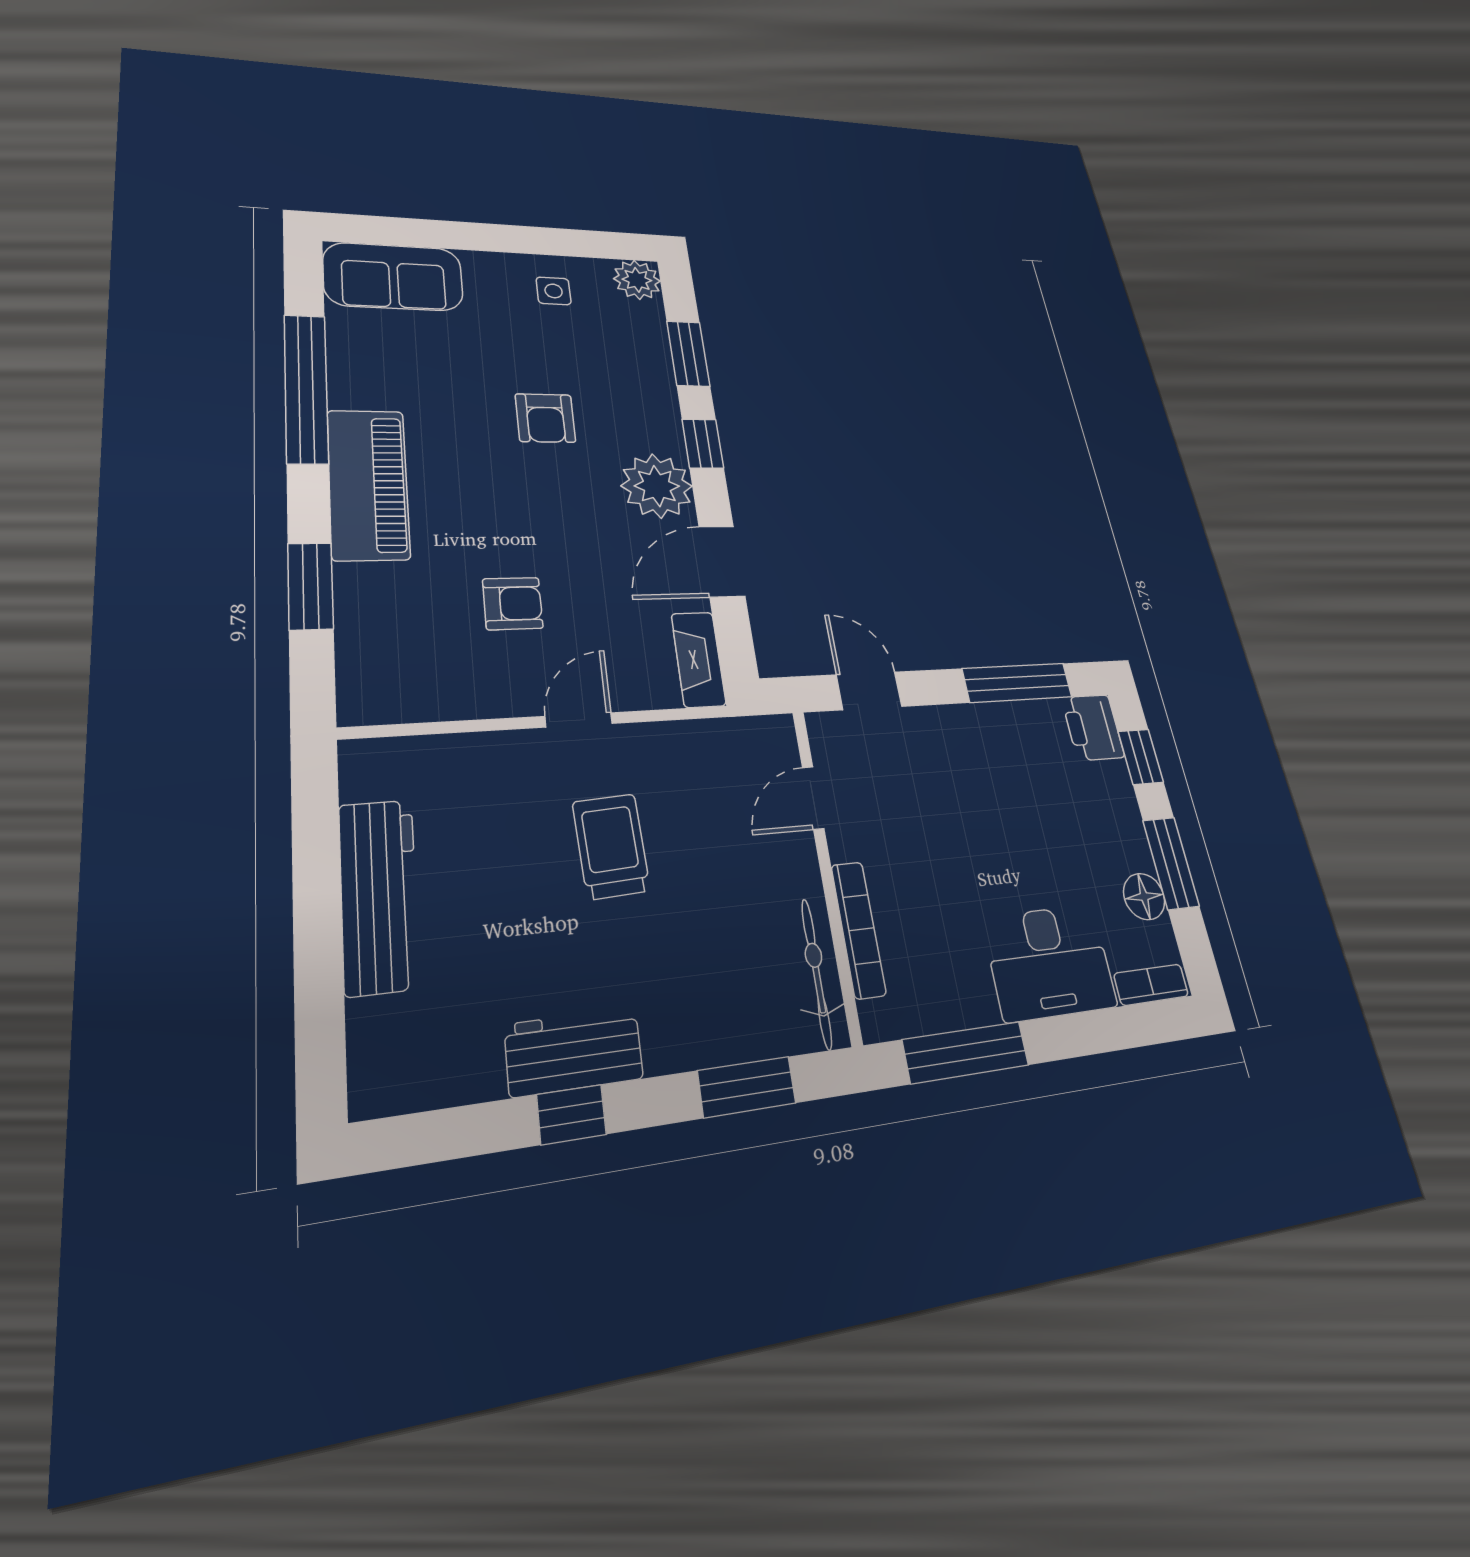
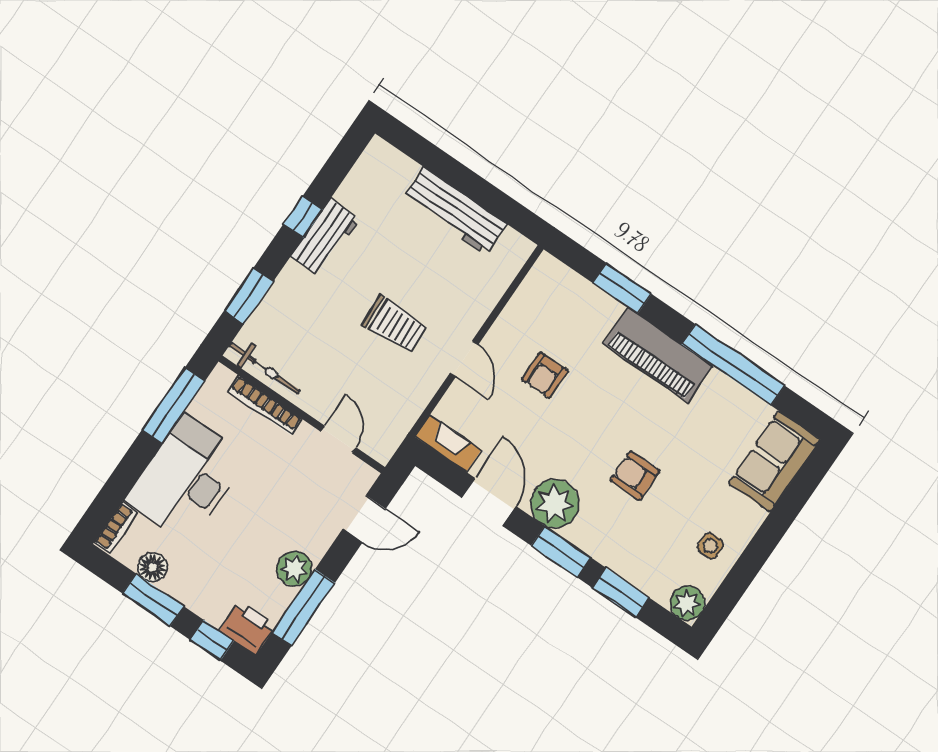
window: (703, 444) -> (561, 552), width x1.50
plant: (991, 727) -> (294, 569), added
desk: (1049, 962) -> (186, 479), width x1.36, depth x1.30

